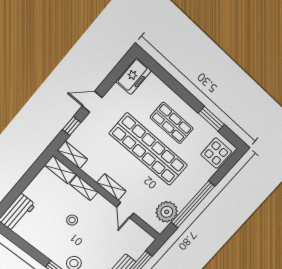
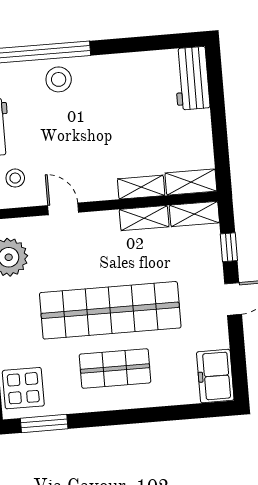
window: (211, 119) -> (44, 424), moved
shelving: (111, 187) -> (144, 218), moved
stool: (72, 220) -> (15, 178), moved

